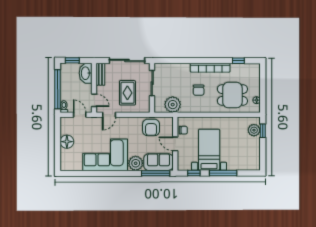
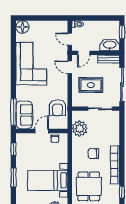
window: (57, 89) -> (94, 18), removed
door: (80, 115) -> (70, 39), swing flipped
armchair: (151, 127) -> (57, 108), turned -90
floor lamp: (67, 142) -> (22, 27), moved
bed with nightstands: (209, 150) -> (48, 180), moved, turned 180
plant: (136, 163) -> (23, 93), removed
window: (223, 173) -> (13, 177), width x0.69

